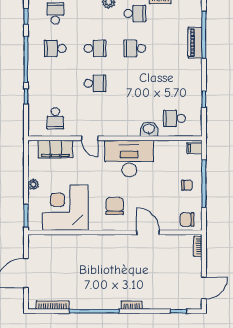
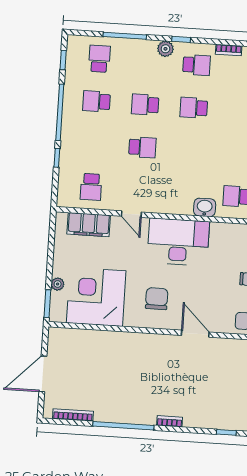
school desk: (95, 48) -> (145, 105), turned 180
plant: (33, 184) -> (58, 284), moved

